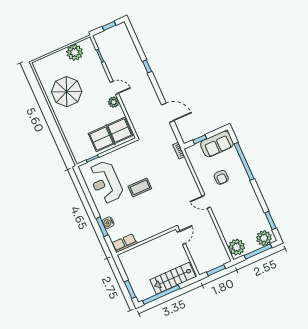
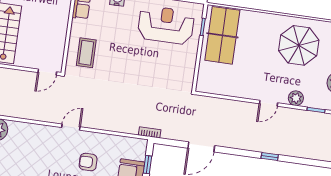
plant: (114, 102) -> (296, 98), moved
table tennis table: (110, 135) -> (222, 35), moved
coffee table: (140, 187) -> (86, 53), moved
door: (181, 238) -> (47, 72), hinge flipped

